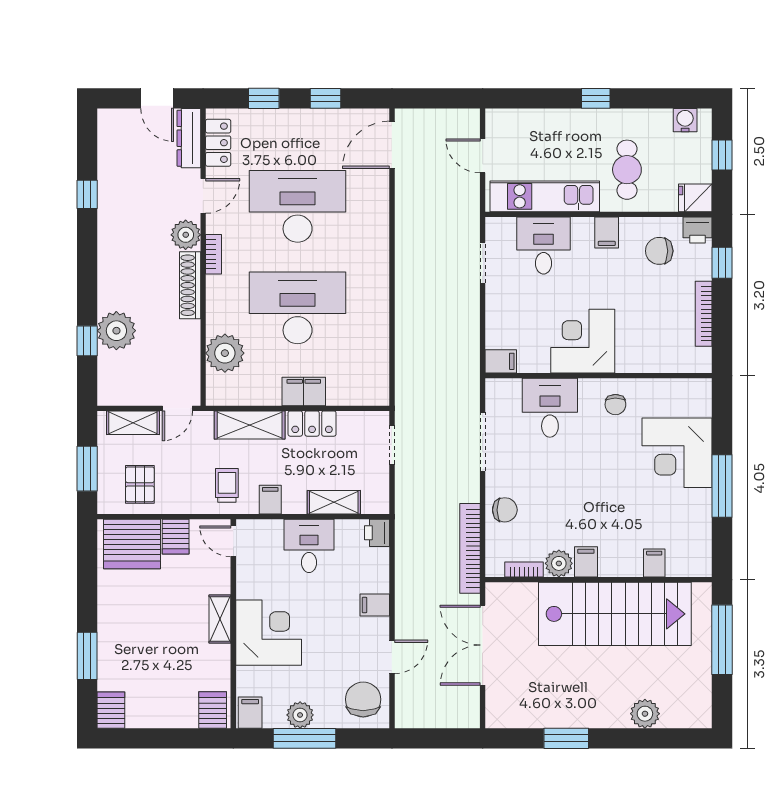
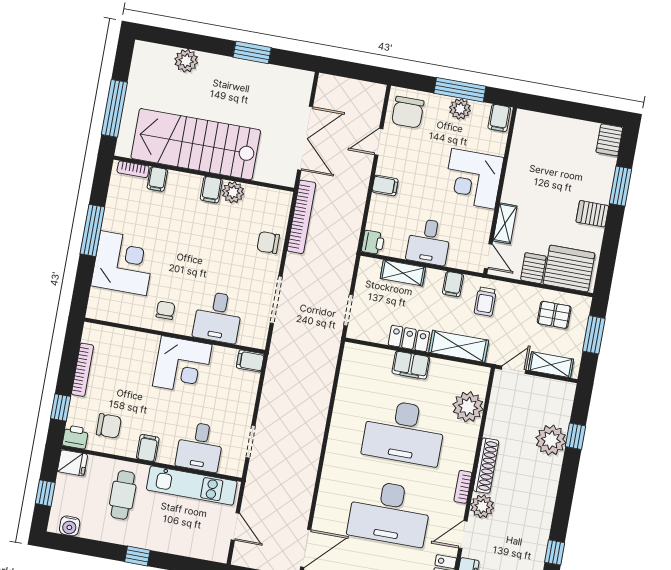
pallet: (140, 484) -> (554, 315), turned 90
bookcase: (524, 569) -> (133, 169), moved
shelving: (220, 619) -> (505, 223), moved
server rack: (213, 710) -> (592, 214), moved, turned 90

